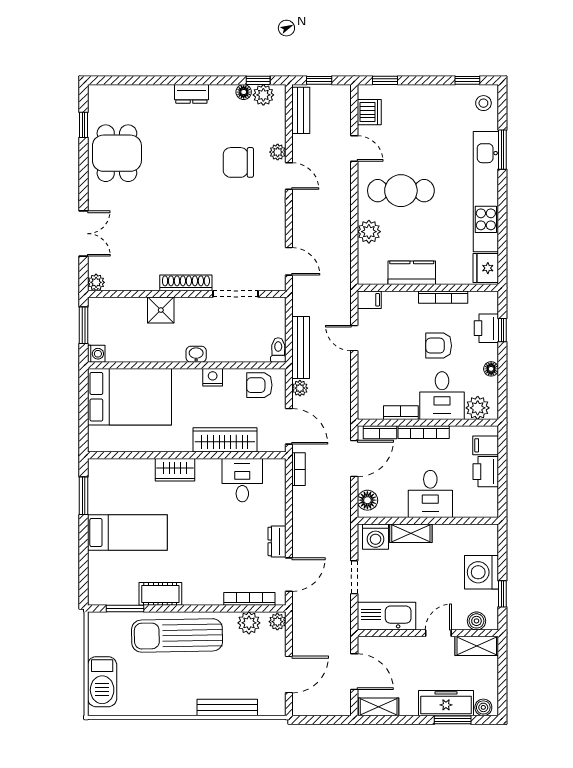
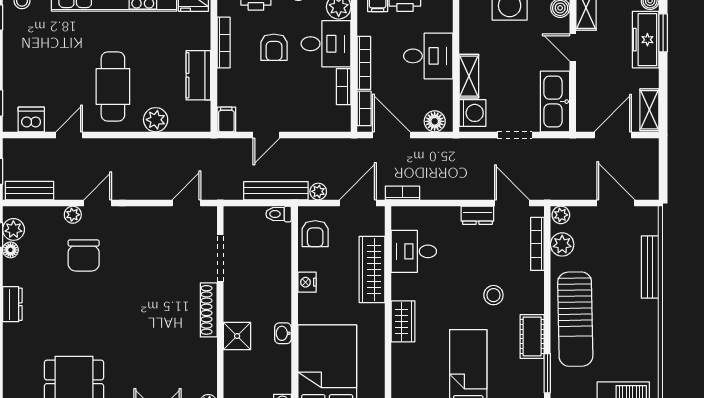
washbasin: (196, 354) -> (283, 333), moved
stool: (200, 557) -> (493, 295), added

